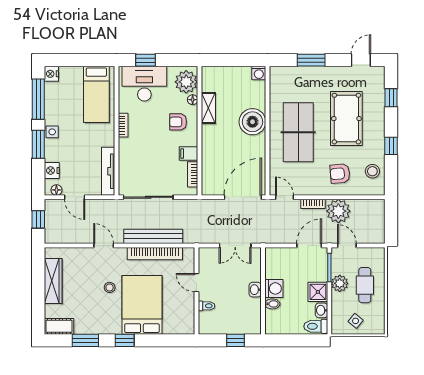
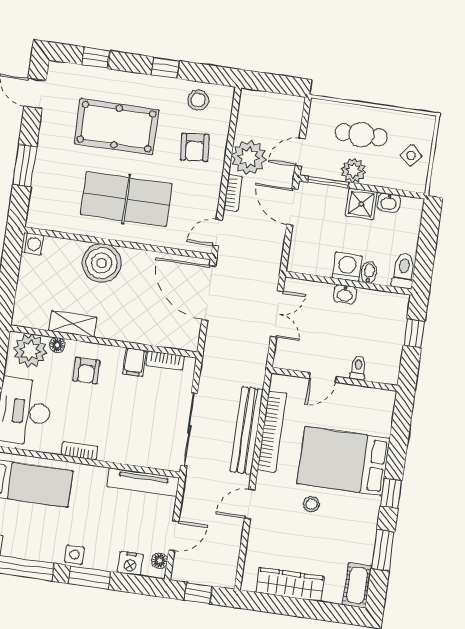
toilet: (316, 326) -> (404, 271), moved, turned 180

